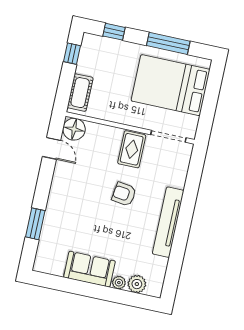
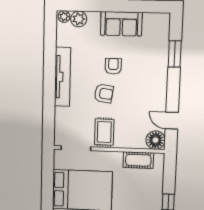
cot: (80, 93) -> (138, 160), moved, turned 90
armchair: (107, 223) -> (113, 66), added
plant: (119, 283) -> (64, 17), moved

